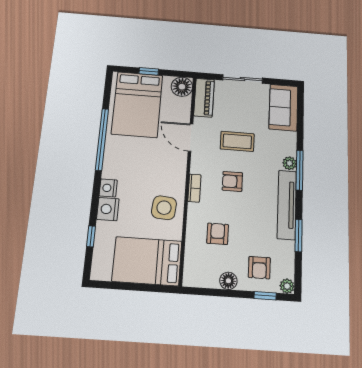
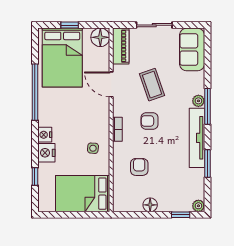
coffee table: (237, 141) -> (152, 85), turned 71
side table: (164, 208) -> (93, 148), width x0.54, depth x0.54
armchair: (259, 268) -> (175, 192), removed

